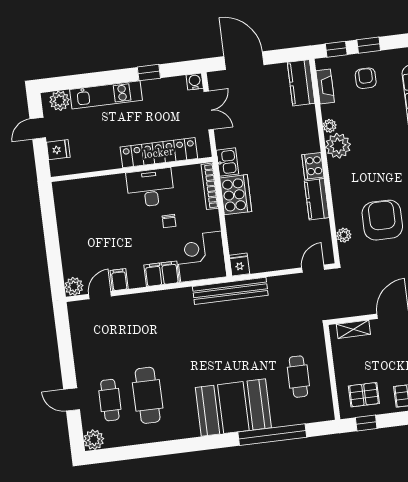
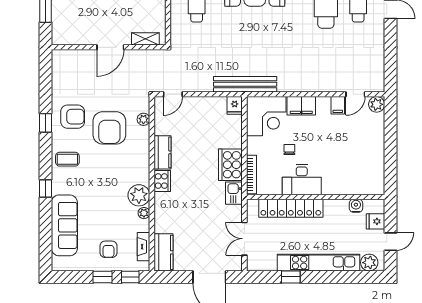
water cooler: (195, 82) -> (356, 206), moved, turned 180
kitchen unit: (106, 95) -> (319, 263), width x1.36

